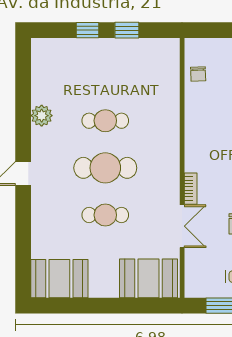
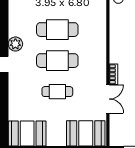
plant: (42, 116) -> (15, 44), moved
cafe table: (105, 121) -> (57, 30), width x1.37, depth x1.35

